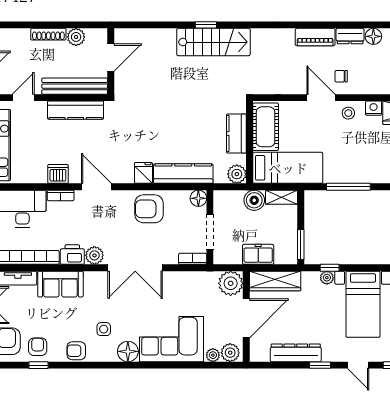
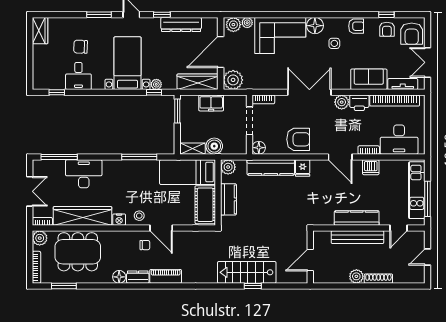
door: (111, 57) -> (310, 260), moved
wall: (111, 61) -> (310, 257), moved

